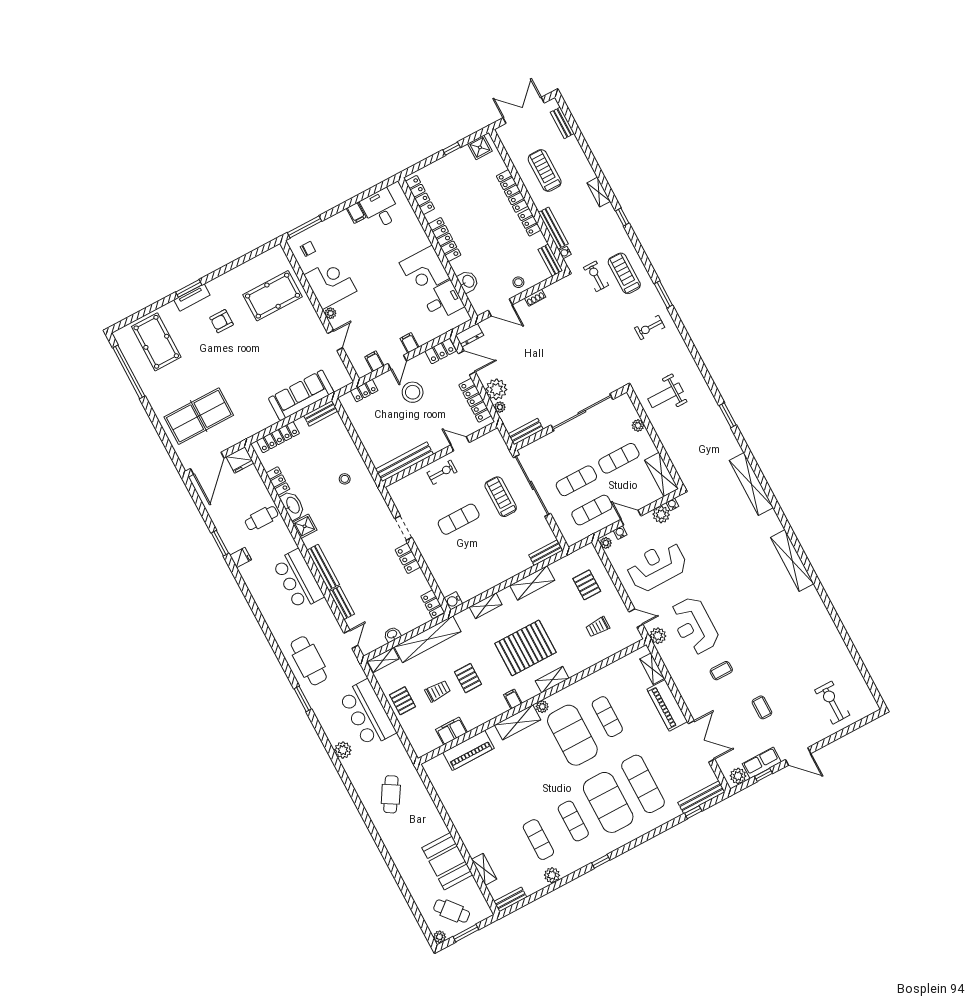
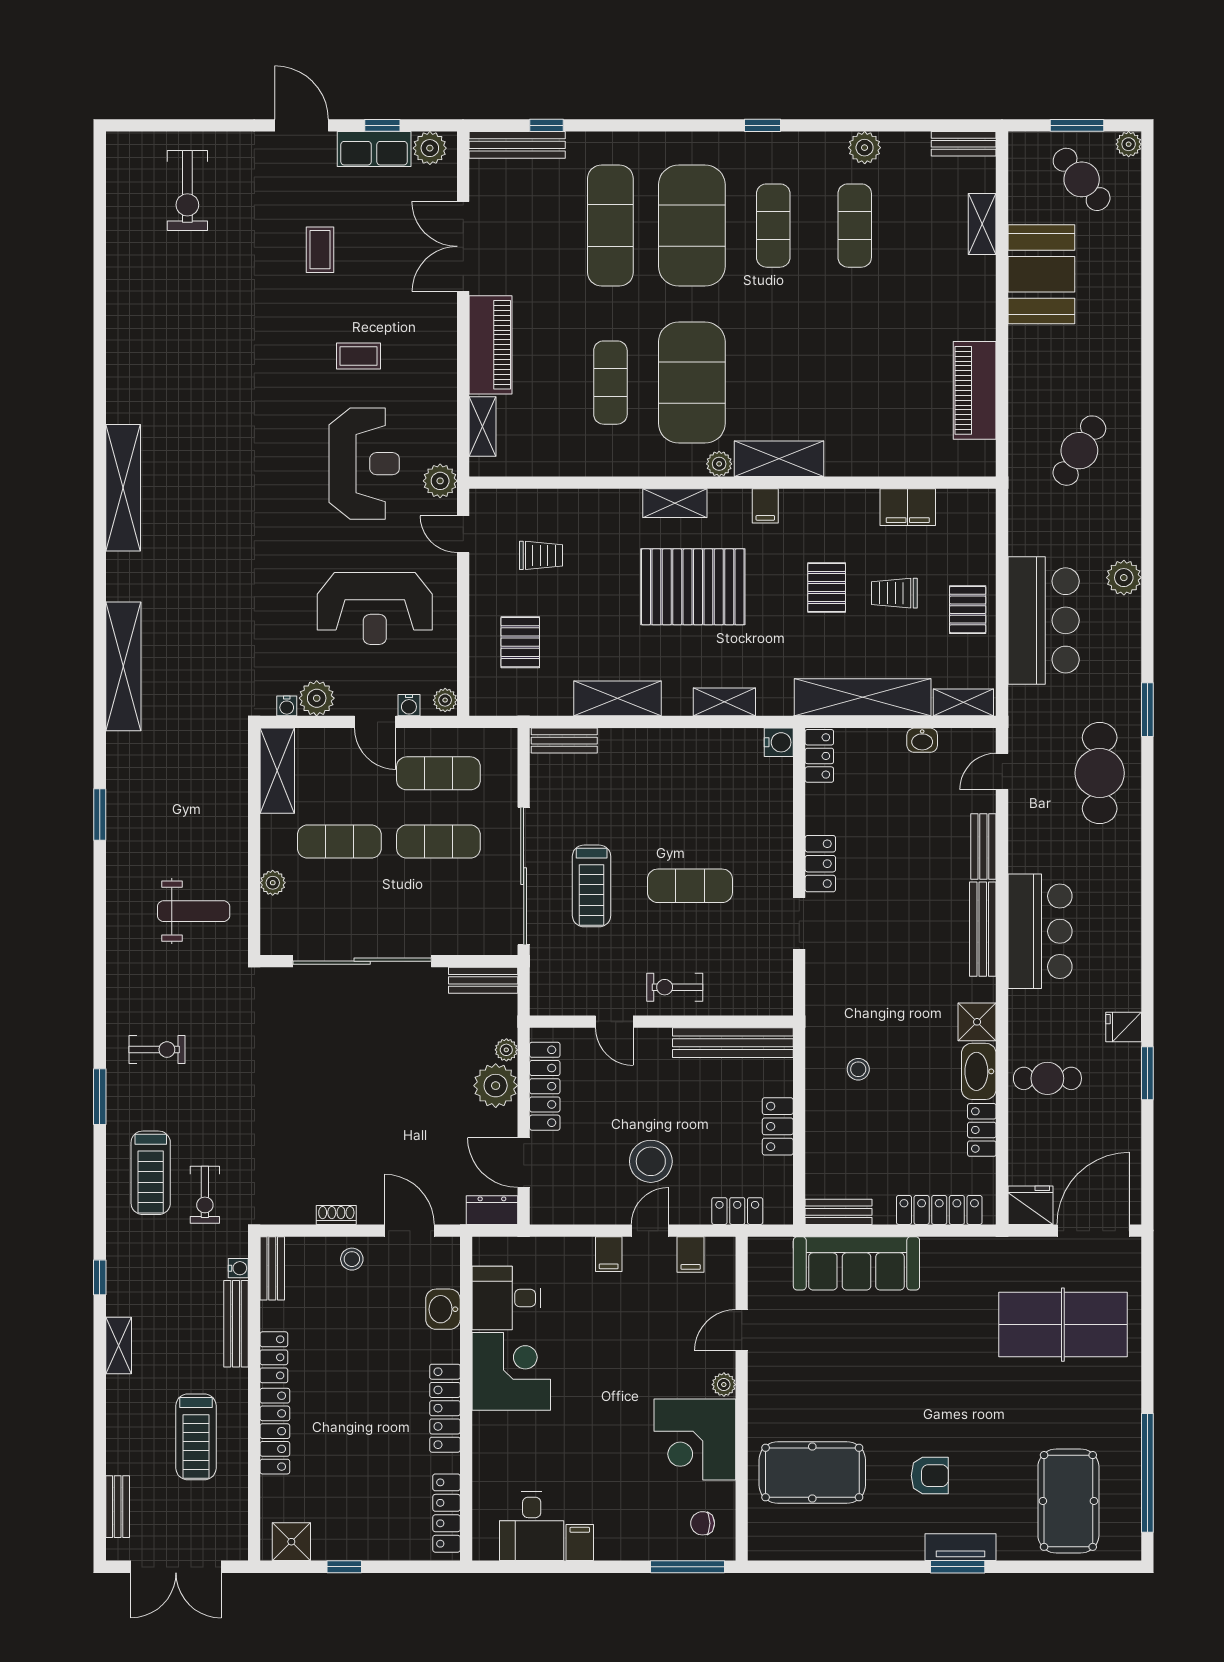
locker: (441, 351) -> (778, 1126), moved, turned -90
piano: (469, 750) -> (975, 390), moved, turned -90

